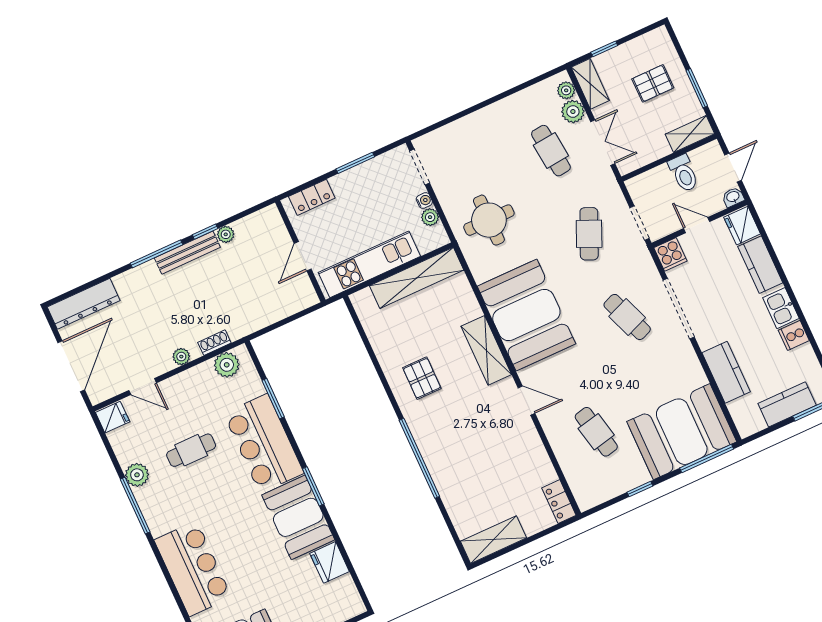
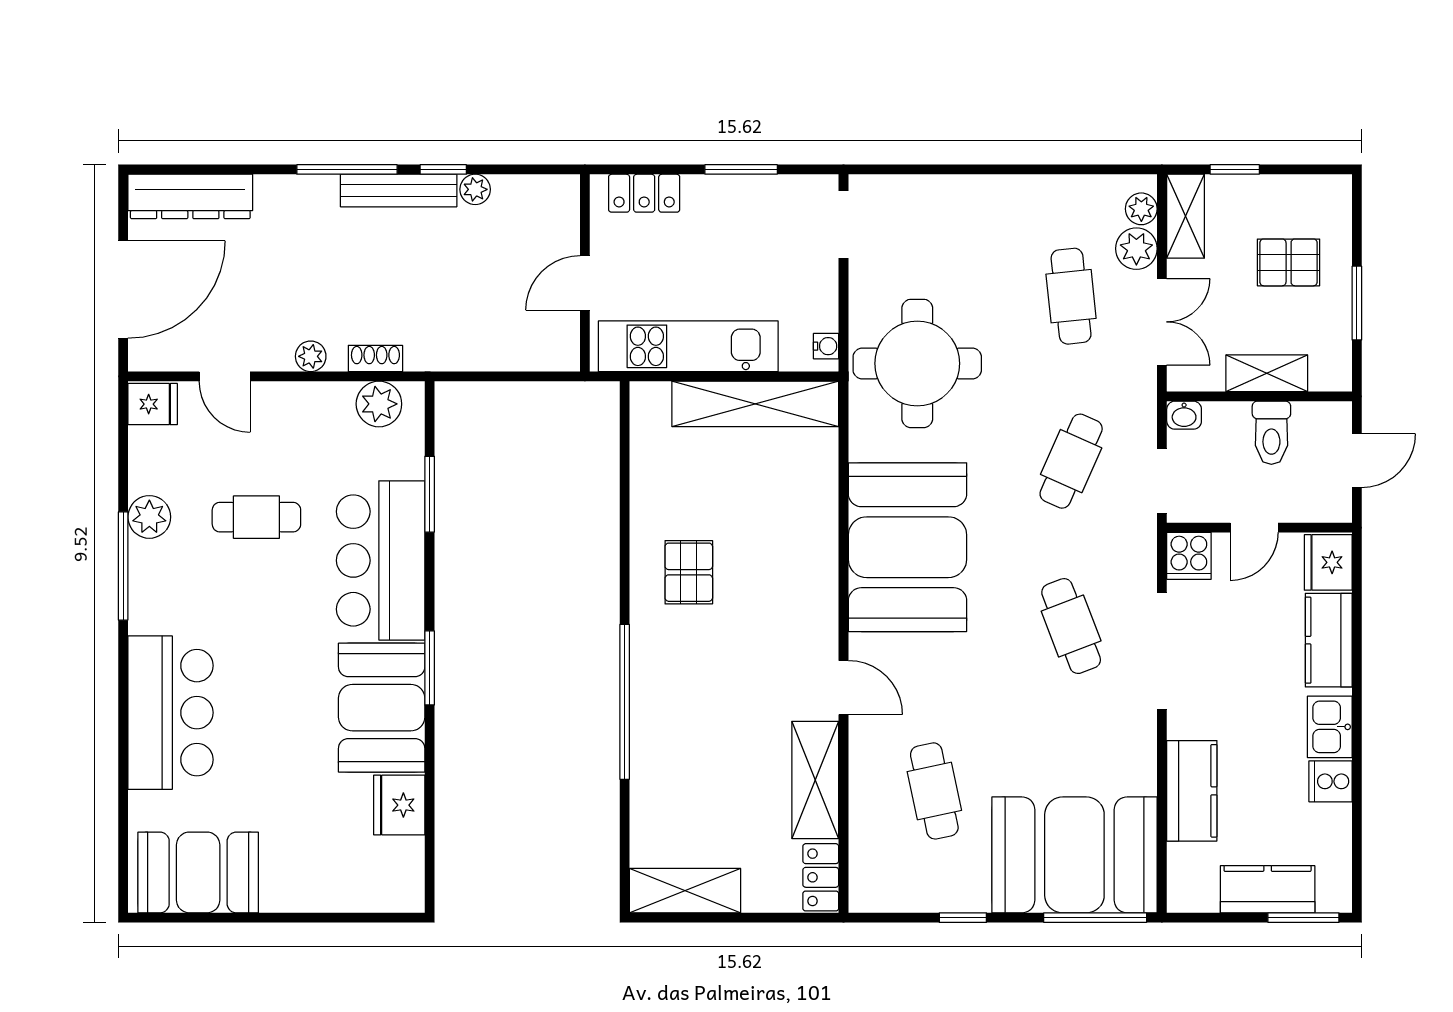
shelving: (690, 134) -> (1267, 373), moved
washbasin: (733, 197) -> (1184, 415), moved, turned 180
water cooler: (424, 200) -> (826, 346), moved
plant: (430, 217) -> (823, 315), removed
round table: (489, 220) -> (917, 363), width x1.36, depth x1.36
door: (697, 225) -> (1254, 528), swing flipped
shelving: (486, 350) -> (815, 780), moved

